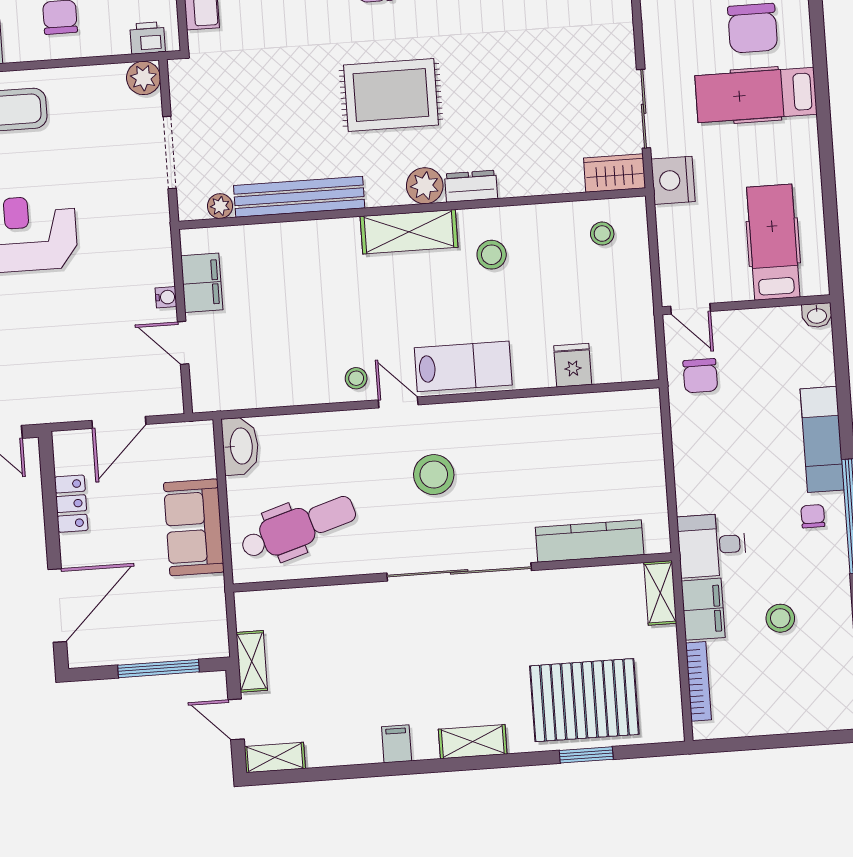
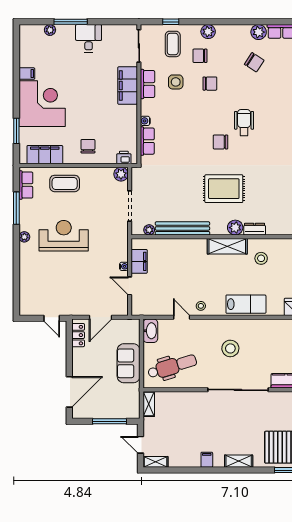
door: (398, 402) -> (182, 317), moved
locker: (71, 504) -> (78, 335), moved
shelving: (252, 661) -> (149, 404), moved

